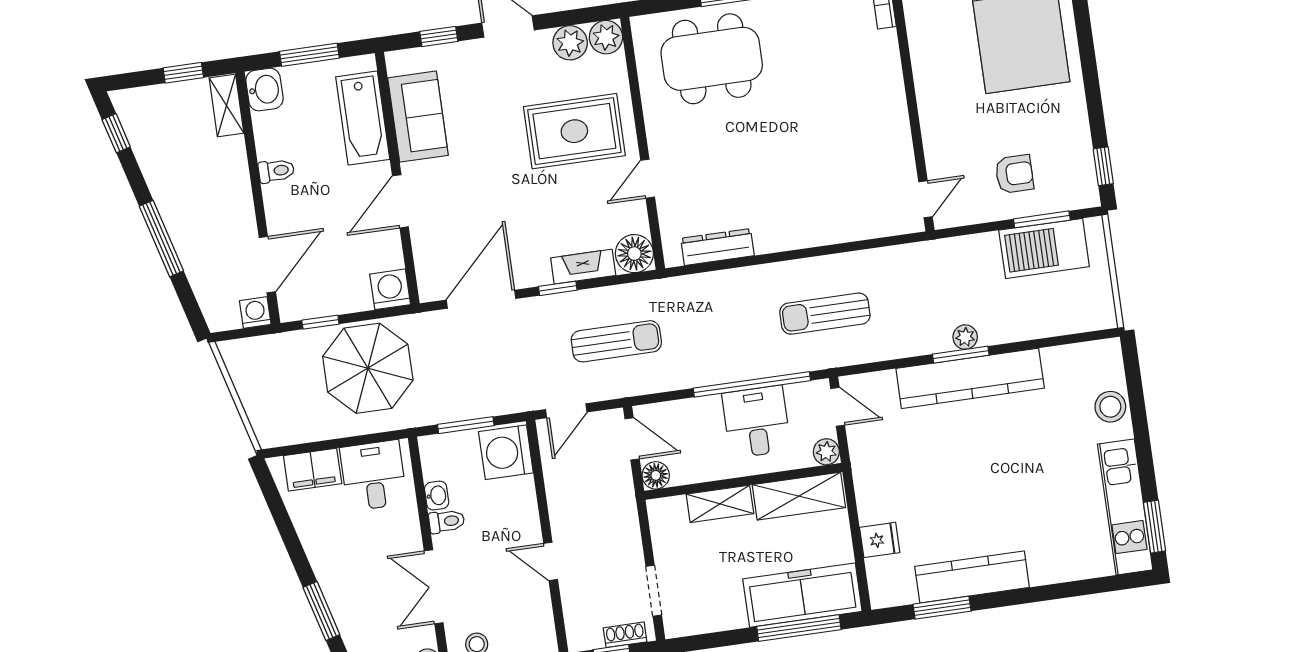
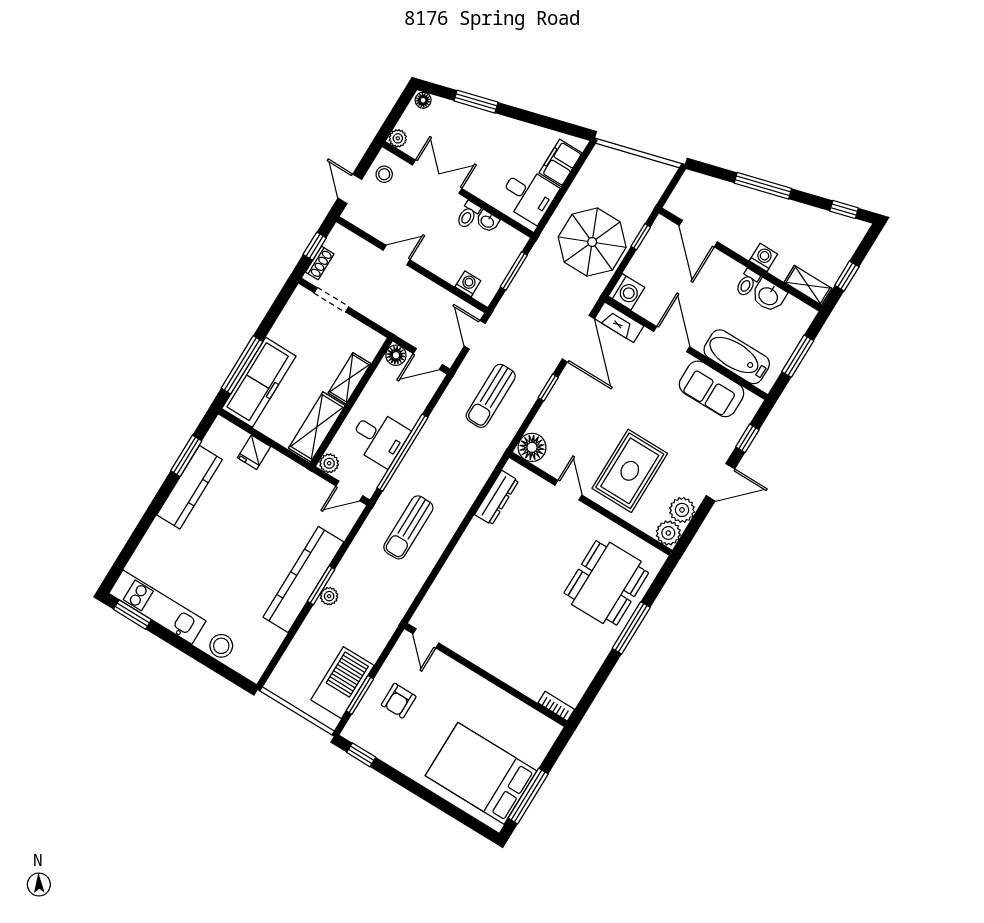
washbasin: (264, 90) -> (769, 296), moved
fireplace: (583, 267) -> (619, 322), moved, turned 90
washing machine: (255, 313) -> (763, 257), moved, turned -90
sun lounger: (825, 314) -> (408, 527), turned 180
washing machine: (506, 452) -> (468, 284), width x0.53, depth x0.53

